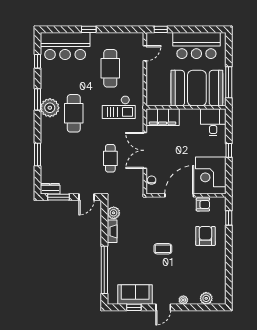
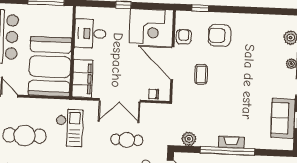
booth: (197, 88) -> (50, 67), moved
desk: (213, 122) -> (90, 34), moved
fireplace: (112, 231) -> (231, 142), moved
coffee table: (163, 249) -> (201, 74), moved
window: (104, 270) -> (227, 151), moved

